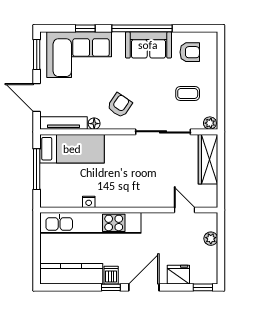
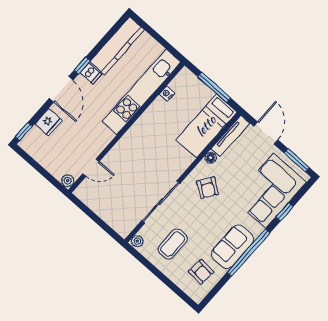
armchair: (190, 52) -> (201, 272), turned -85
coffee table: (188, 93) -> (173, 244), width x1.36, depth x1.30
door: (37, 98) -> (266, 133), hinge flipped
wardrobe: (208, 159) -> (113, 217), removed
nightstand: (89, 202) -> (167, 94), moved
plant: (211, 239) -> (68, 181), moved

